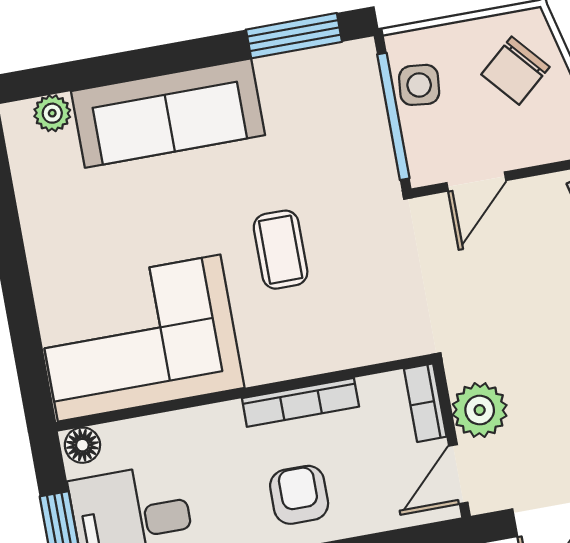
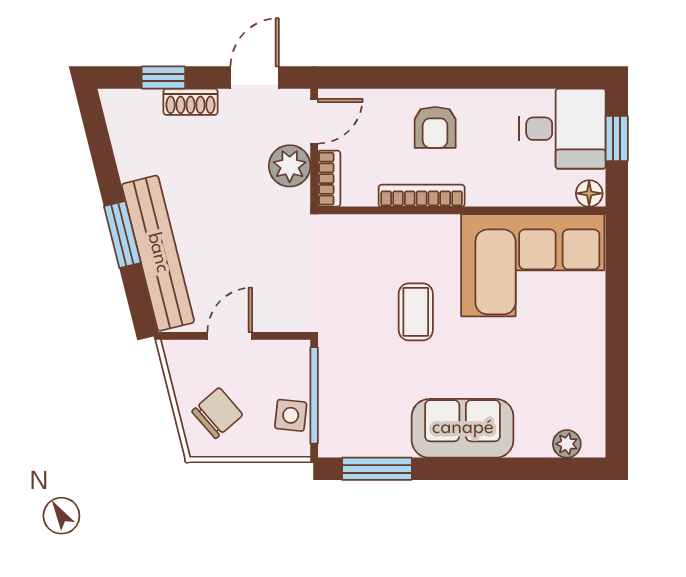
sofa: (168, 113) -> (463, 428), width x0.73
door: (476, 182) -> (230, 336), moved

